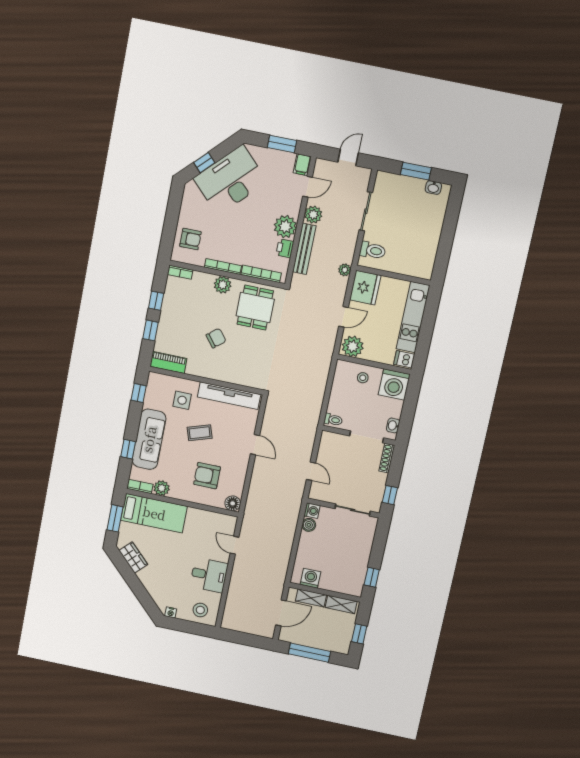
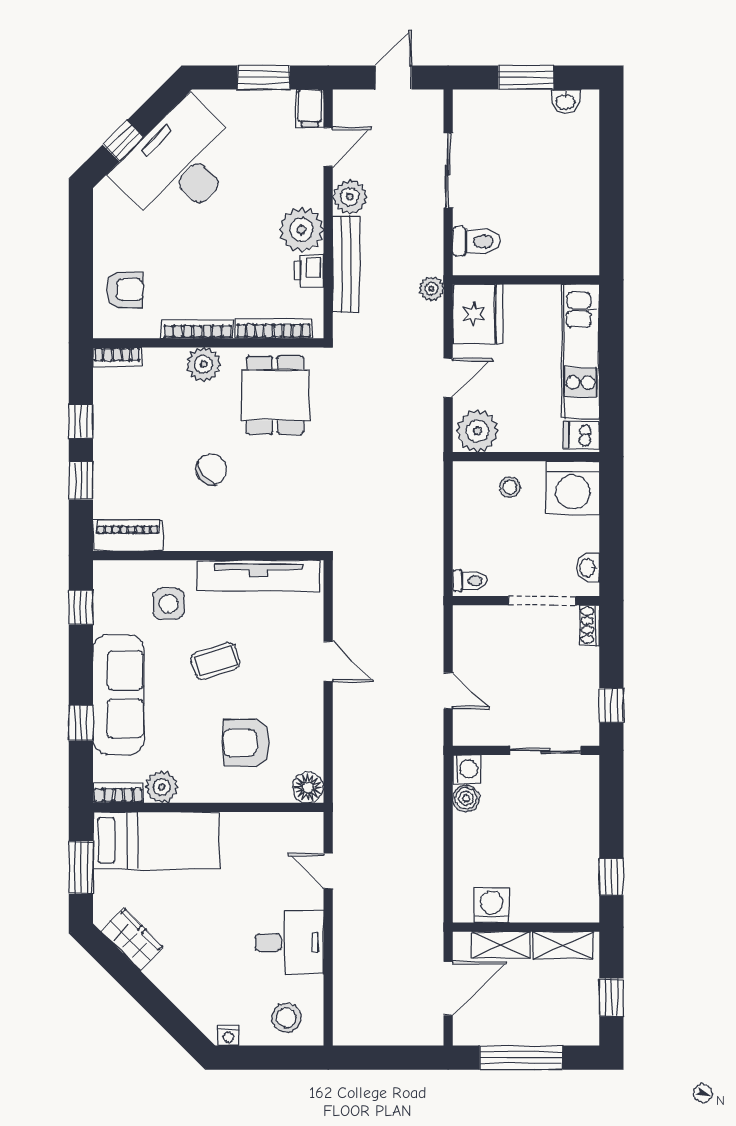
shoe rack: (387, 458) -> (590, 625), width x0.70

